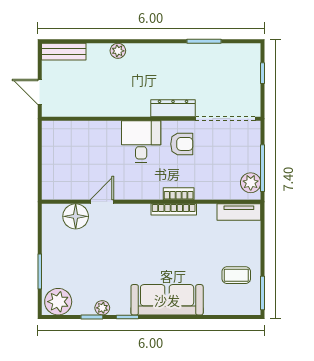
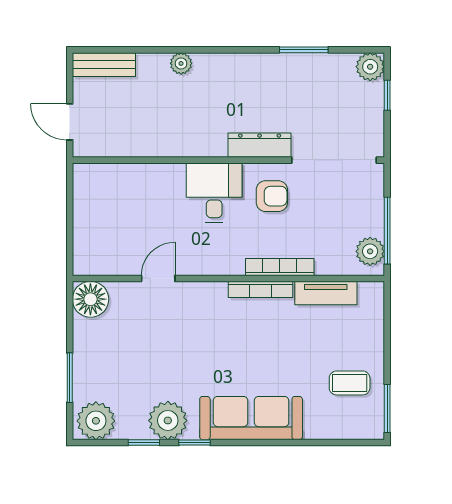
plant: (251, 53) -> (370, 67), added
bookcase: (179, 194) -> (280, 267), width x1.56
tv unit: (239, 212) -> (326, 293), moved
floor lamp: (76, 216) -> (90, 299), moved
plant: (102, 308) -> (168, 420), width x1.88, depth x1.88

